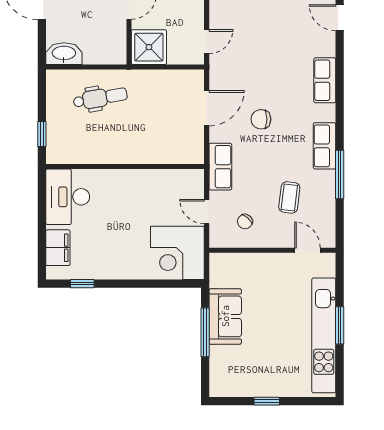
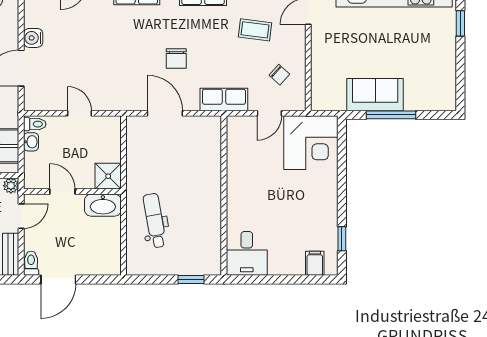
door: (207, 42) -> (79, 113), moved
shower: (149, 47) -> (108, 176), width x0.73, depth x0.73
washbasin: (64, 54) -> (103, 205), moved, turned -90
desk: (68, 197) -> (247, 253), width x0.73
filing cabinet: (58, 248) -> (315, 263), width x0.50
window: (267, 401) -> (460, 23), moved

